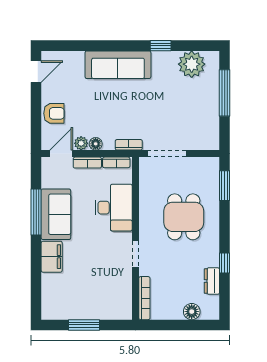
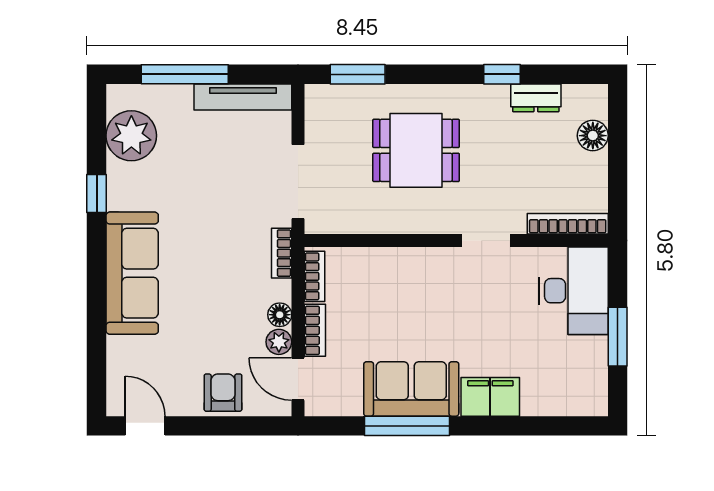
tv unit: (212, 124) -> (243, 97), added
desk: (114, 208) -> (574, 291), moved, turned 90

